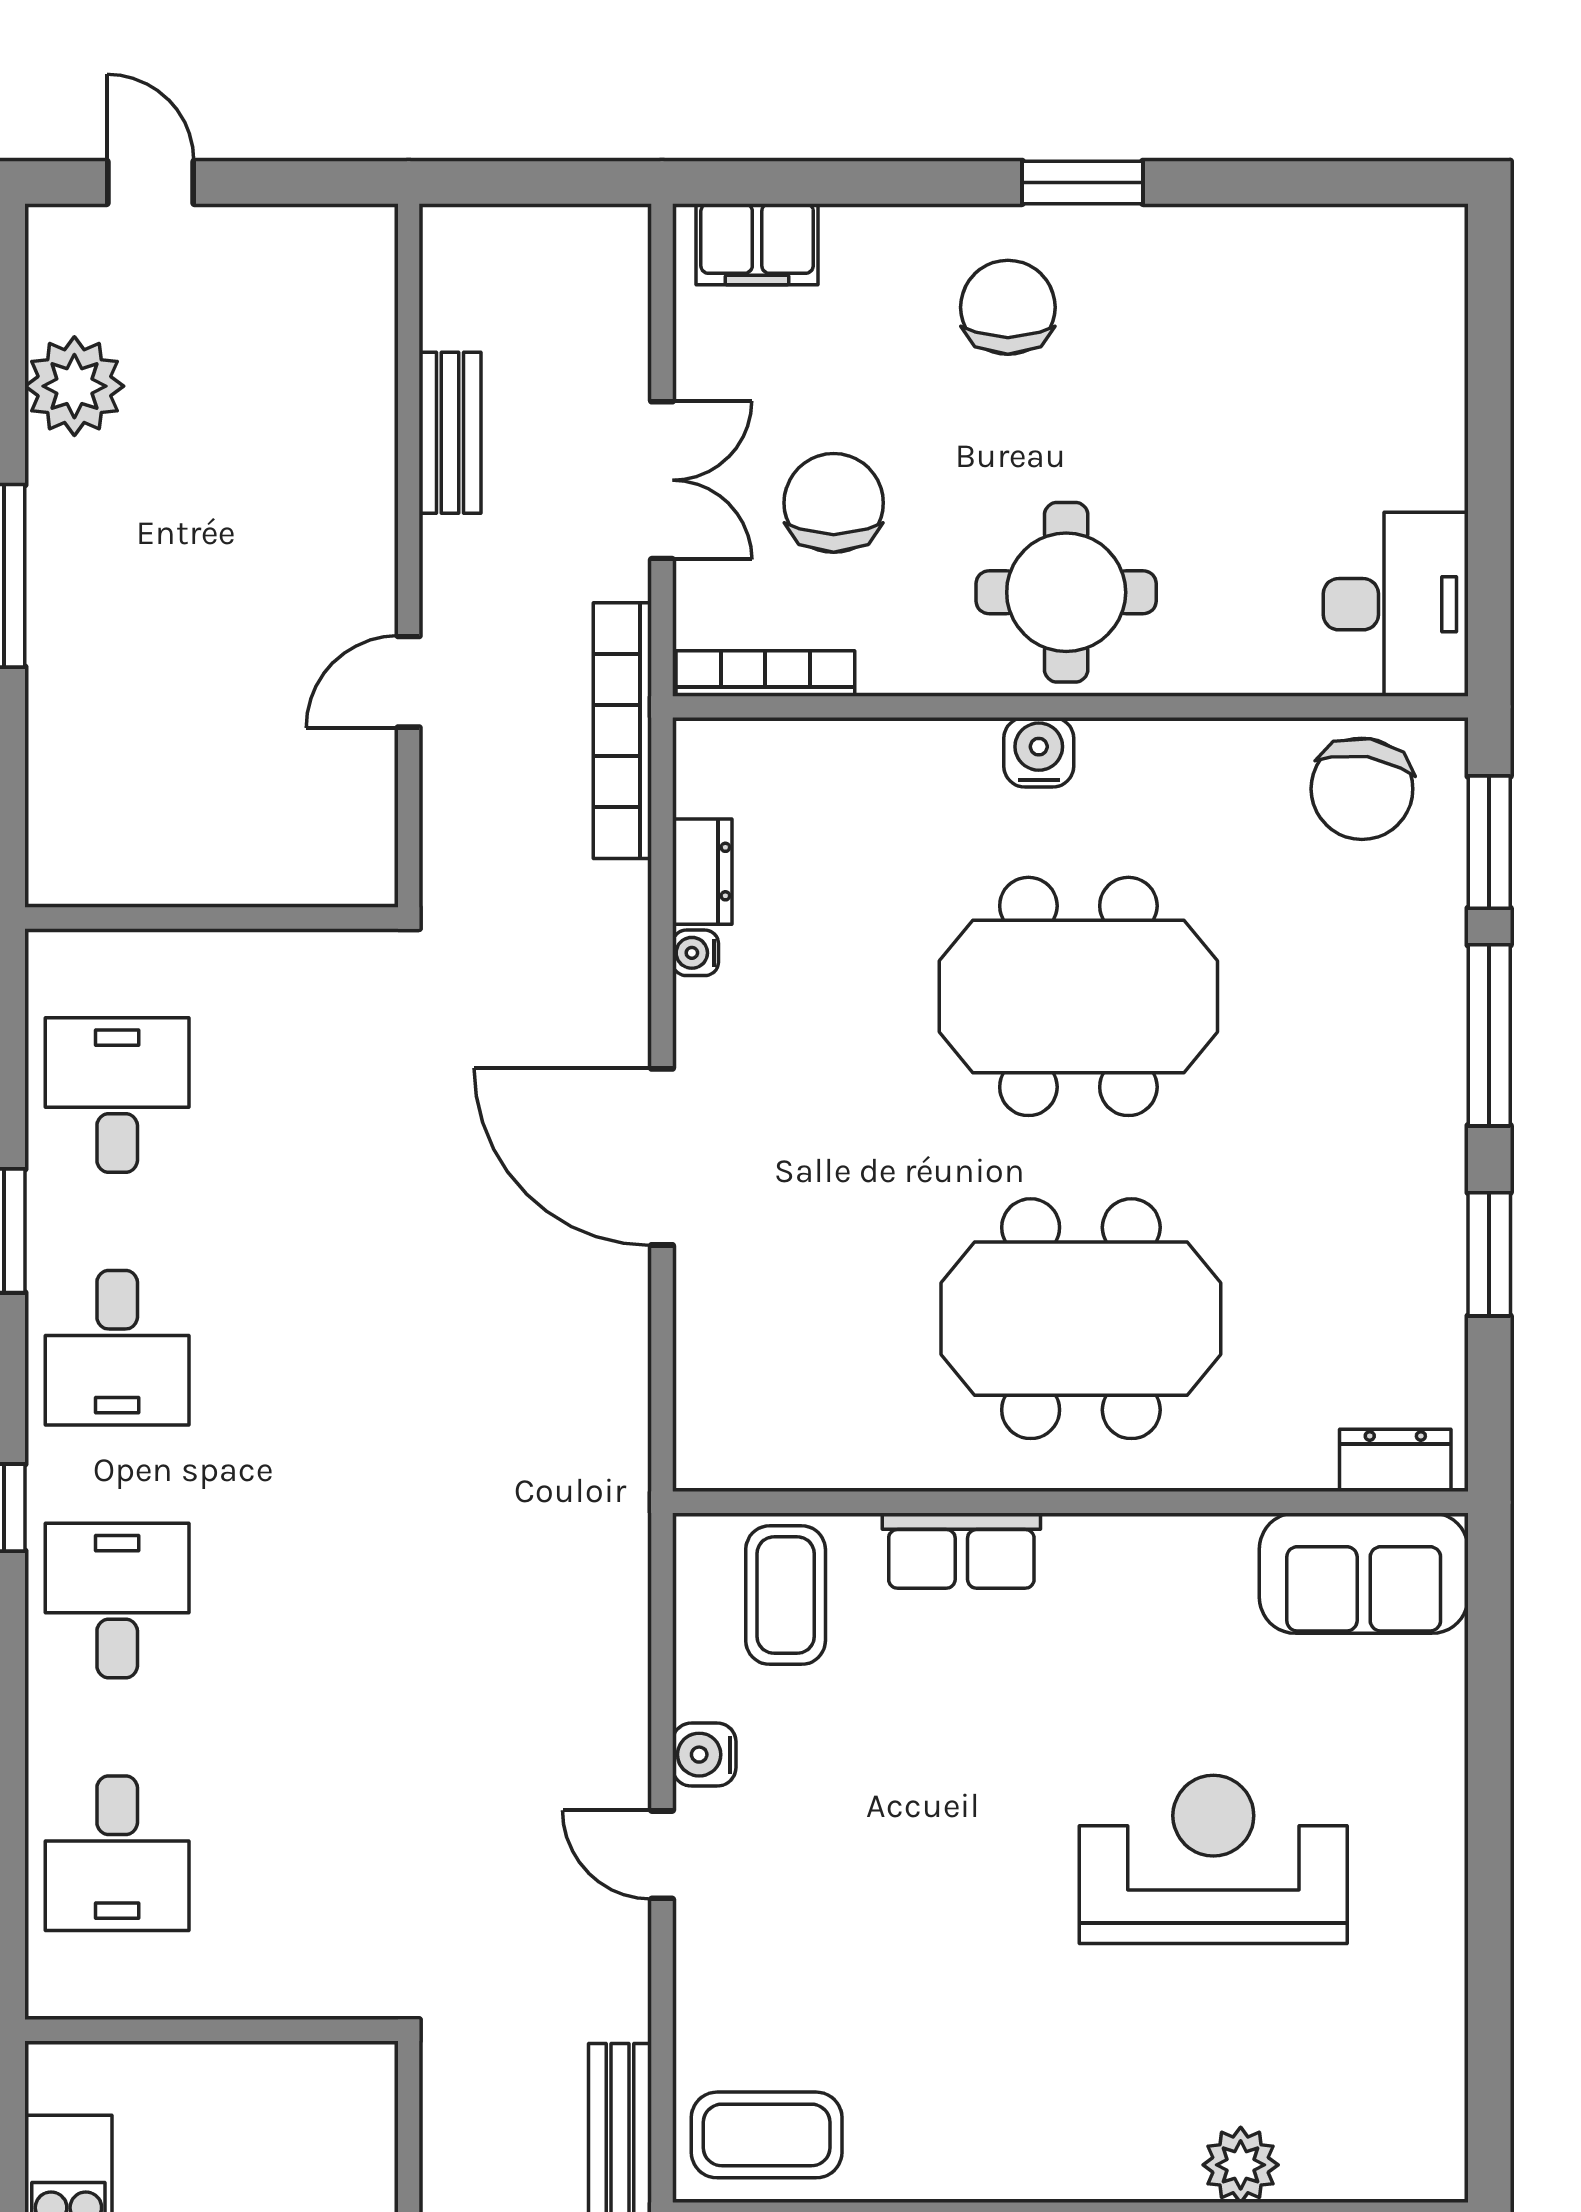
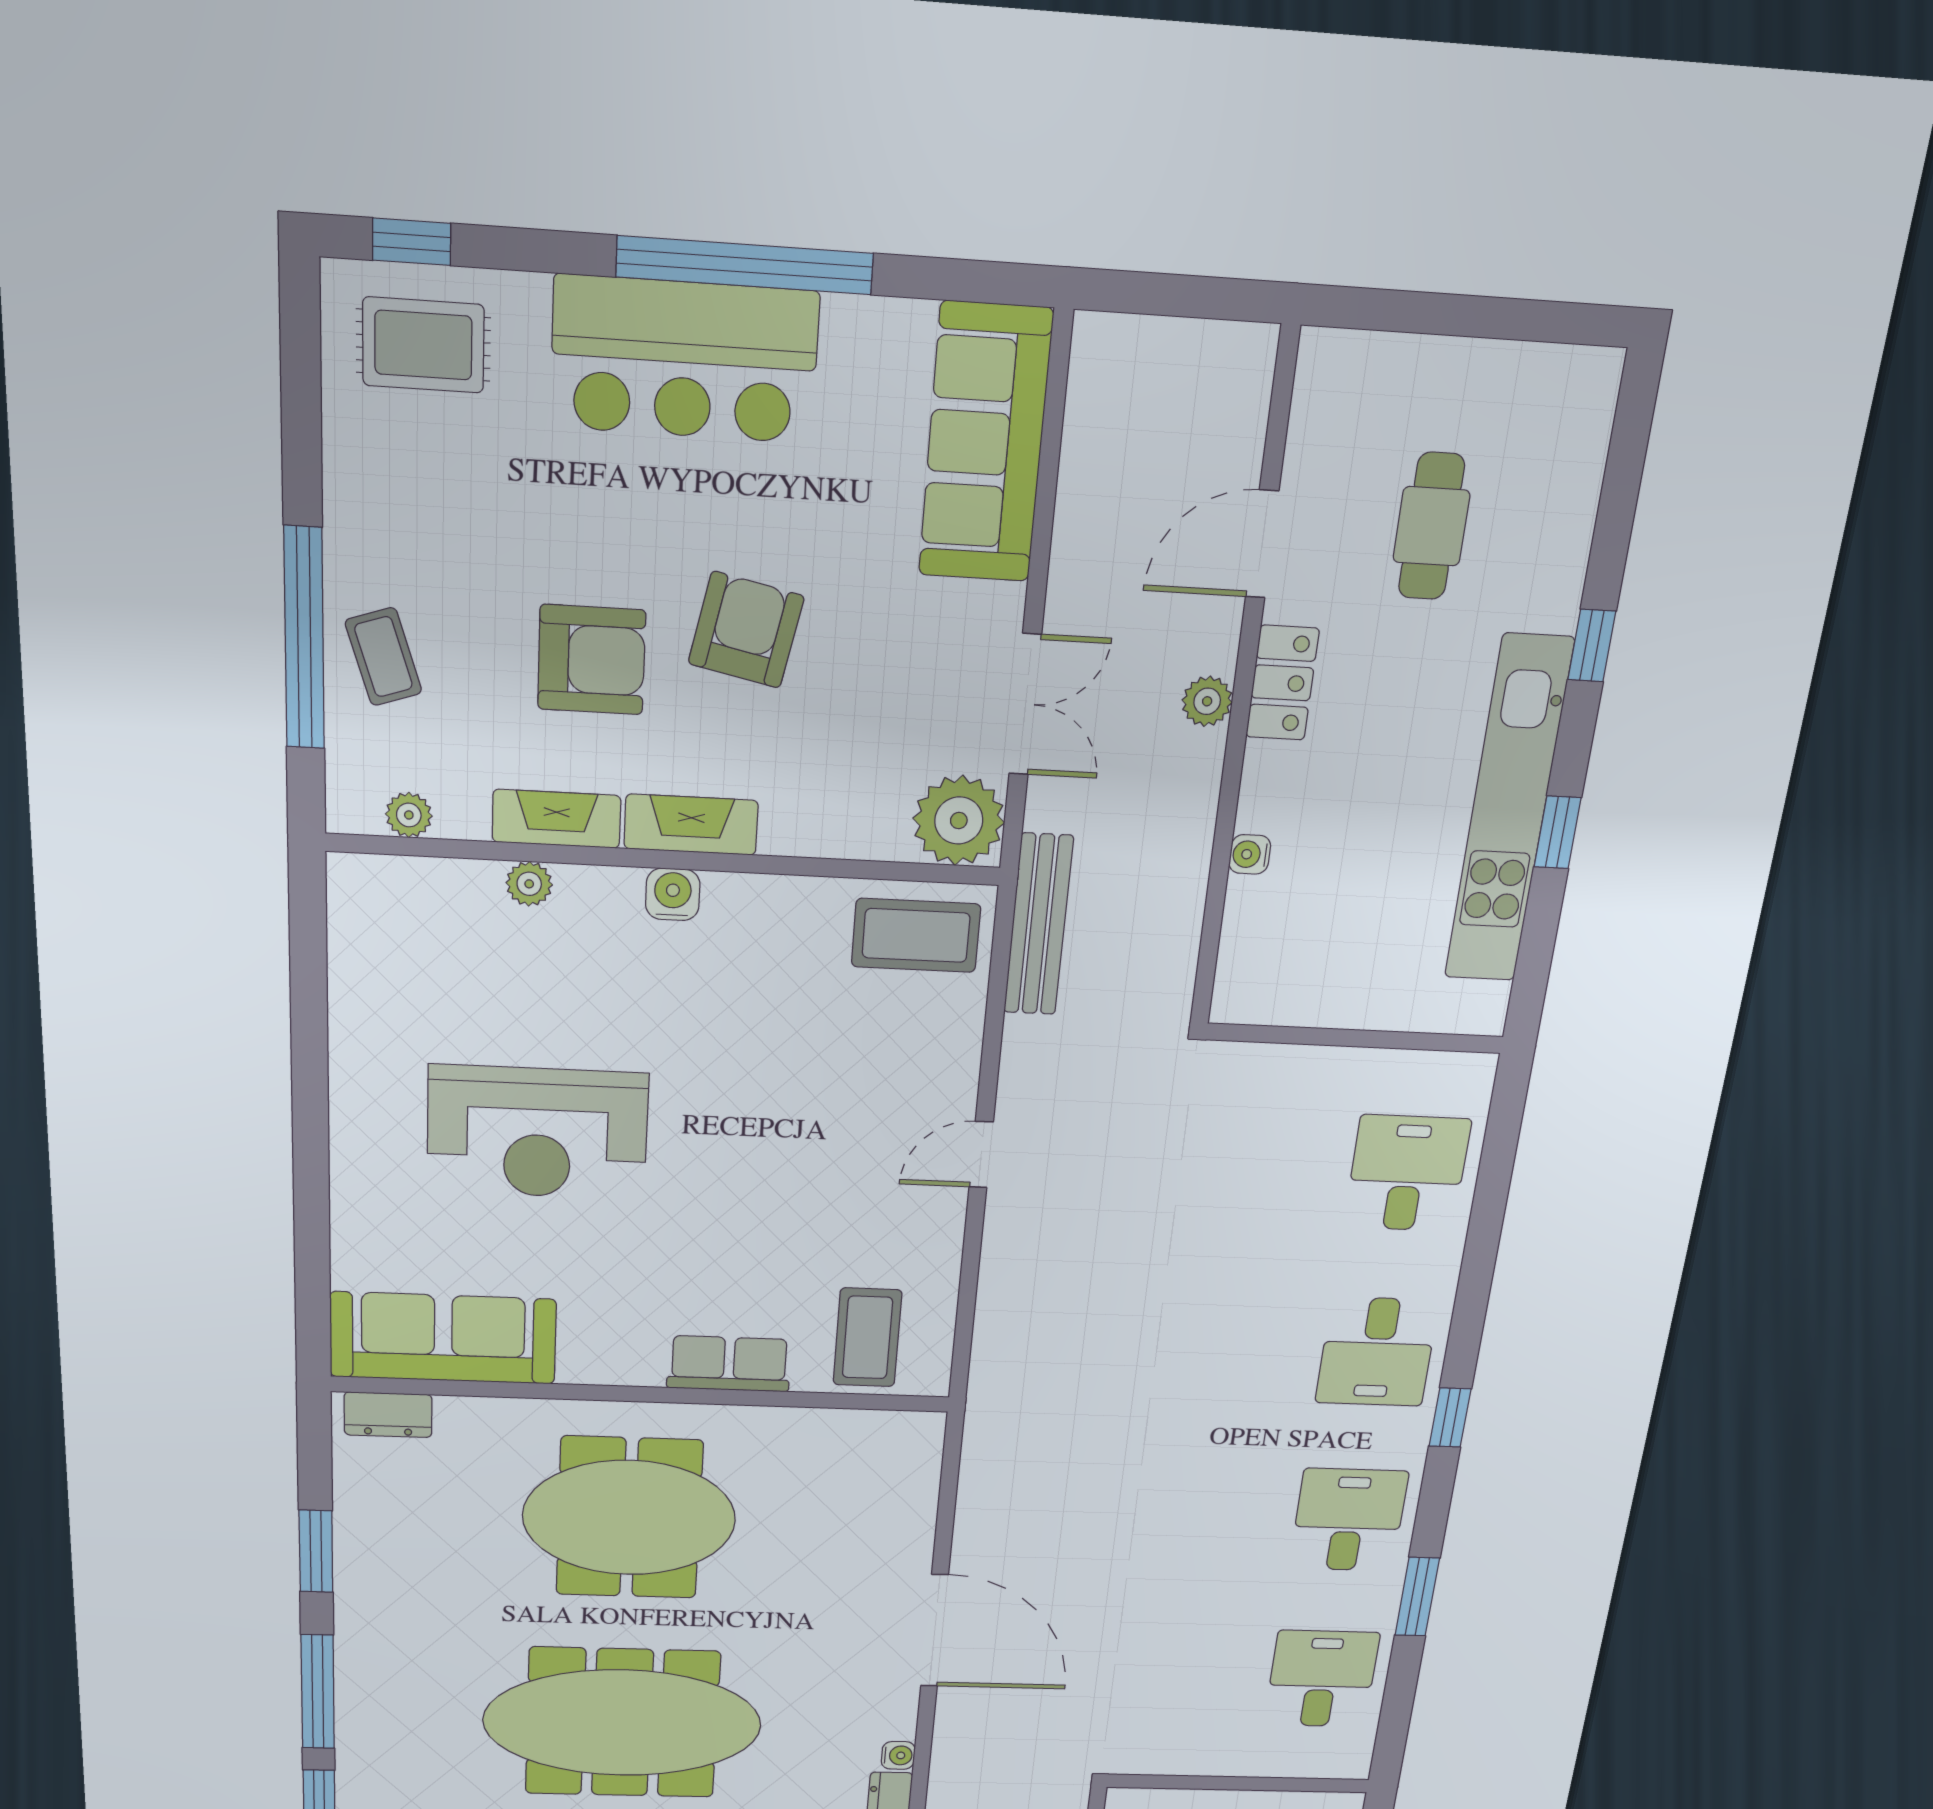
meeting table: (1078, 996) -> (622, 1723), width x1.36
desk: (117, 1095) -> (1322, 1679), turned 180
sofa: (1364, 1573) -> (443, 1338), width x1.36
water cooler: (704, 1755) -> (673, 894), moved, turned -90
door: (662, 1855) -> (981, 1154), swing flipped
plant: (1241, 2165) -> (529, 884), width x0.73, depth x0.73

